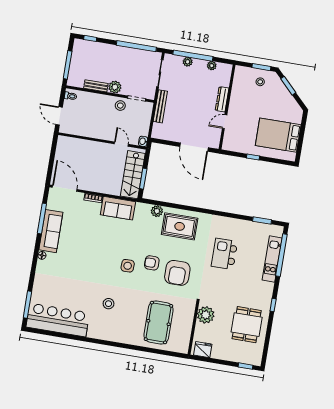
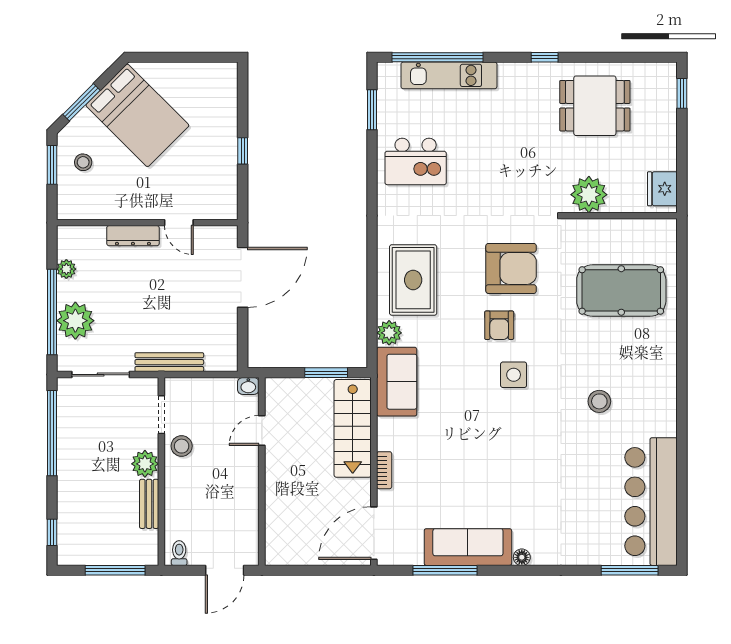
plant: (188, 62) -> (75, 321), width x1.88, depth x1.88
bed: (278, 135) -> (137, 115), moved, turned -45
stairs: (133, 175) -> (353, 428), moved, turned 90
sofa: (118, 208) -> (397, 382), moved
kitchen island: (224, 254) -> (416, 161), moved

